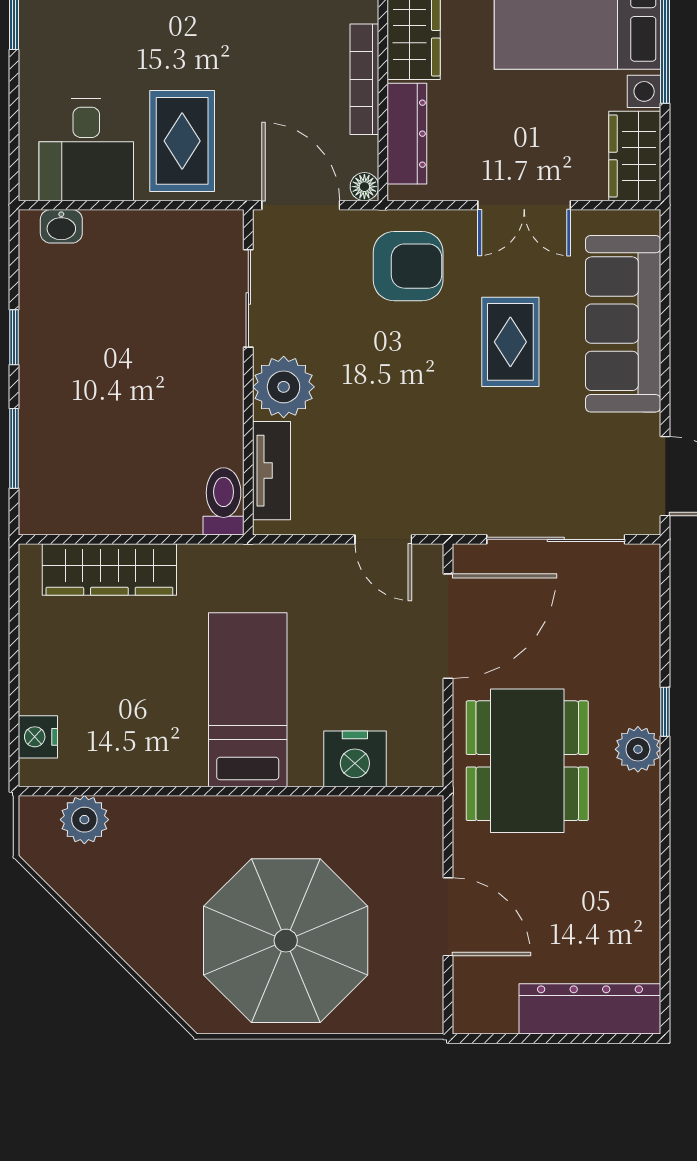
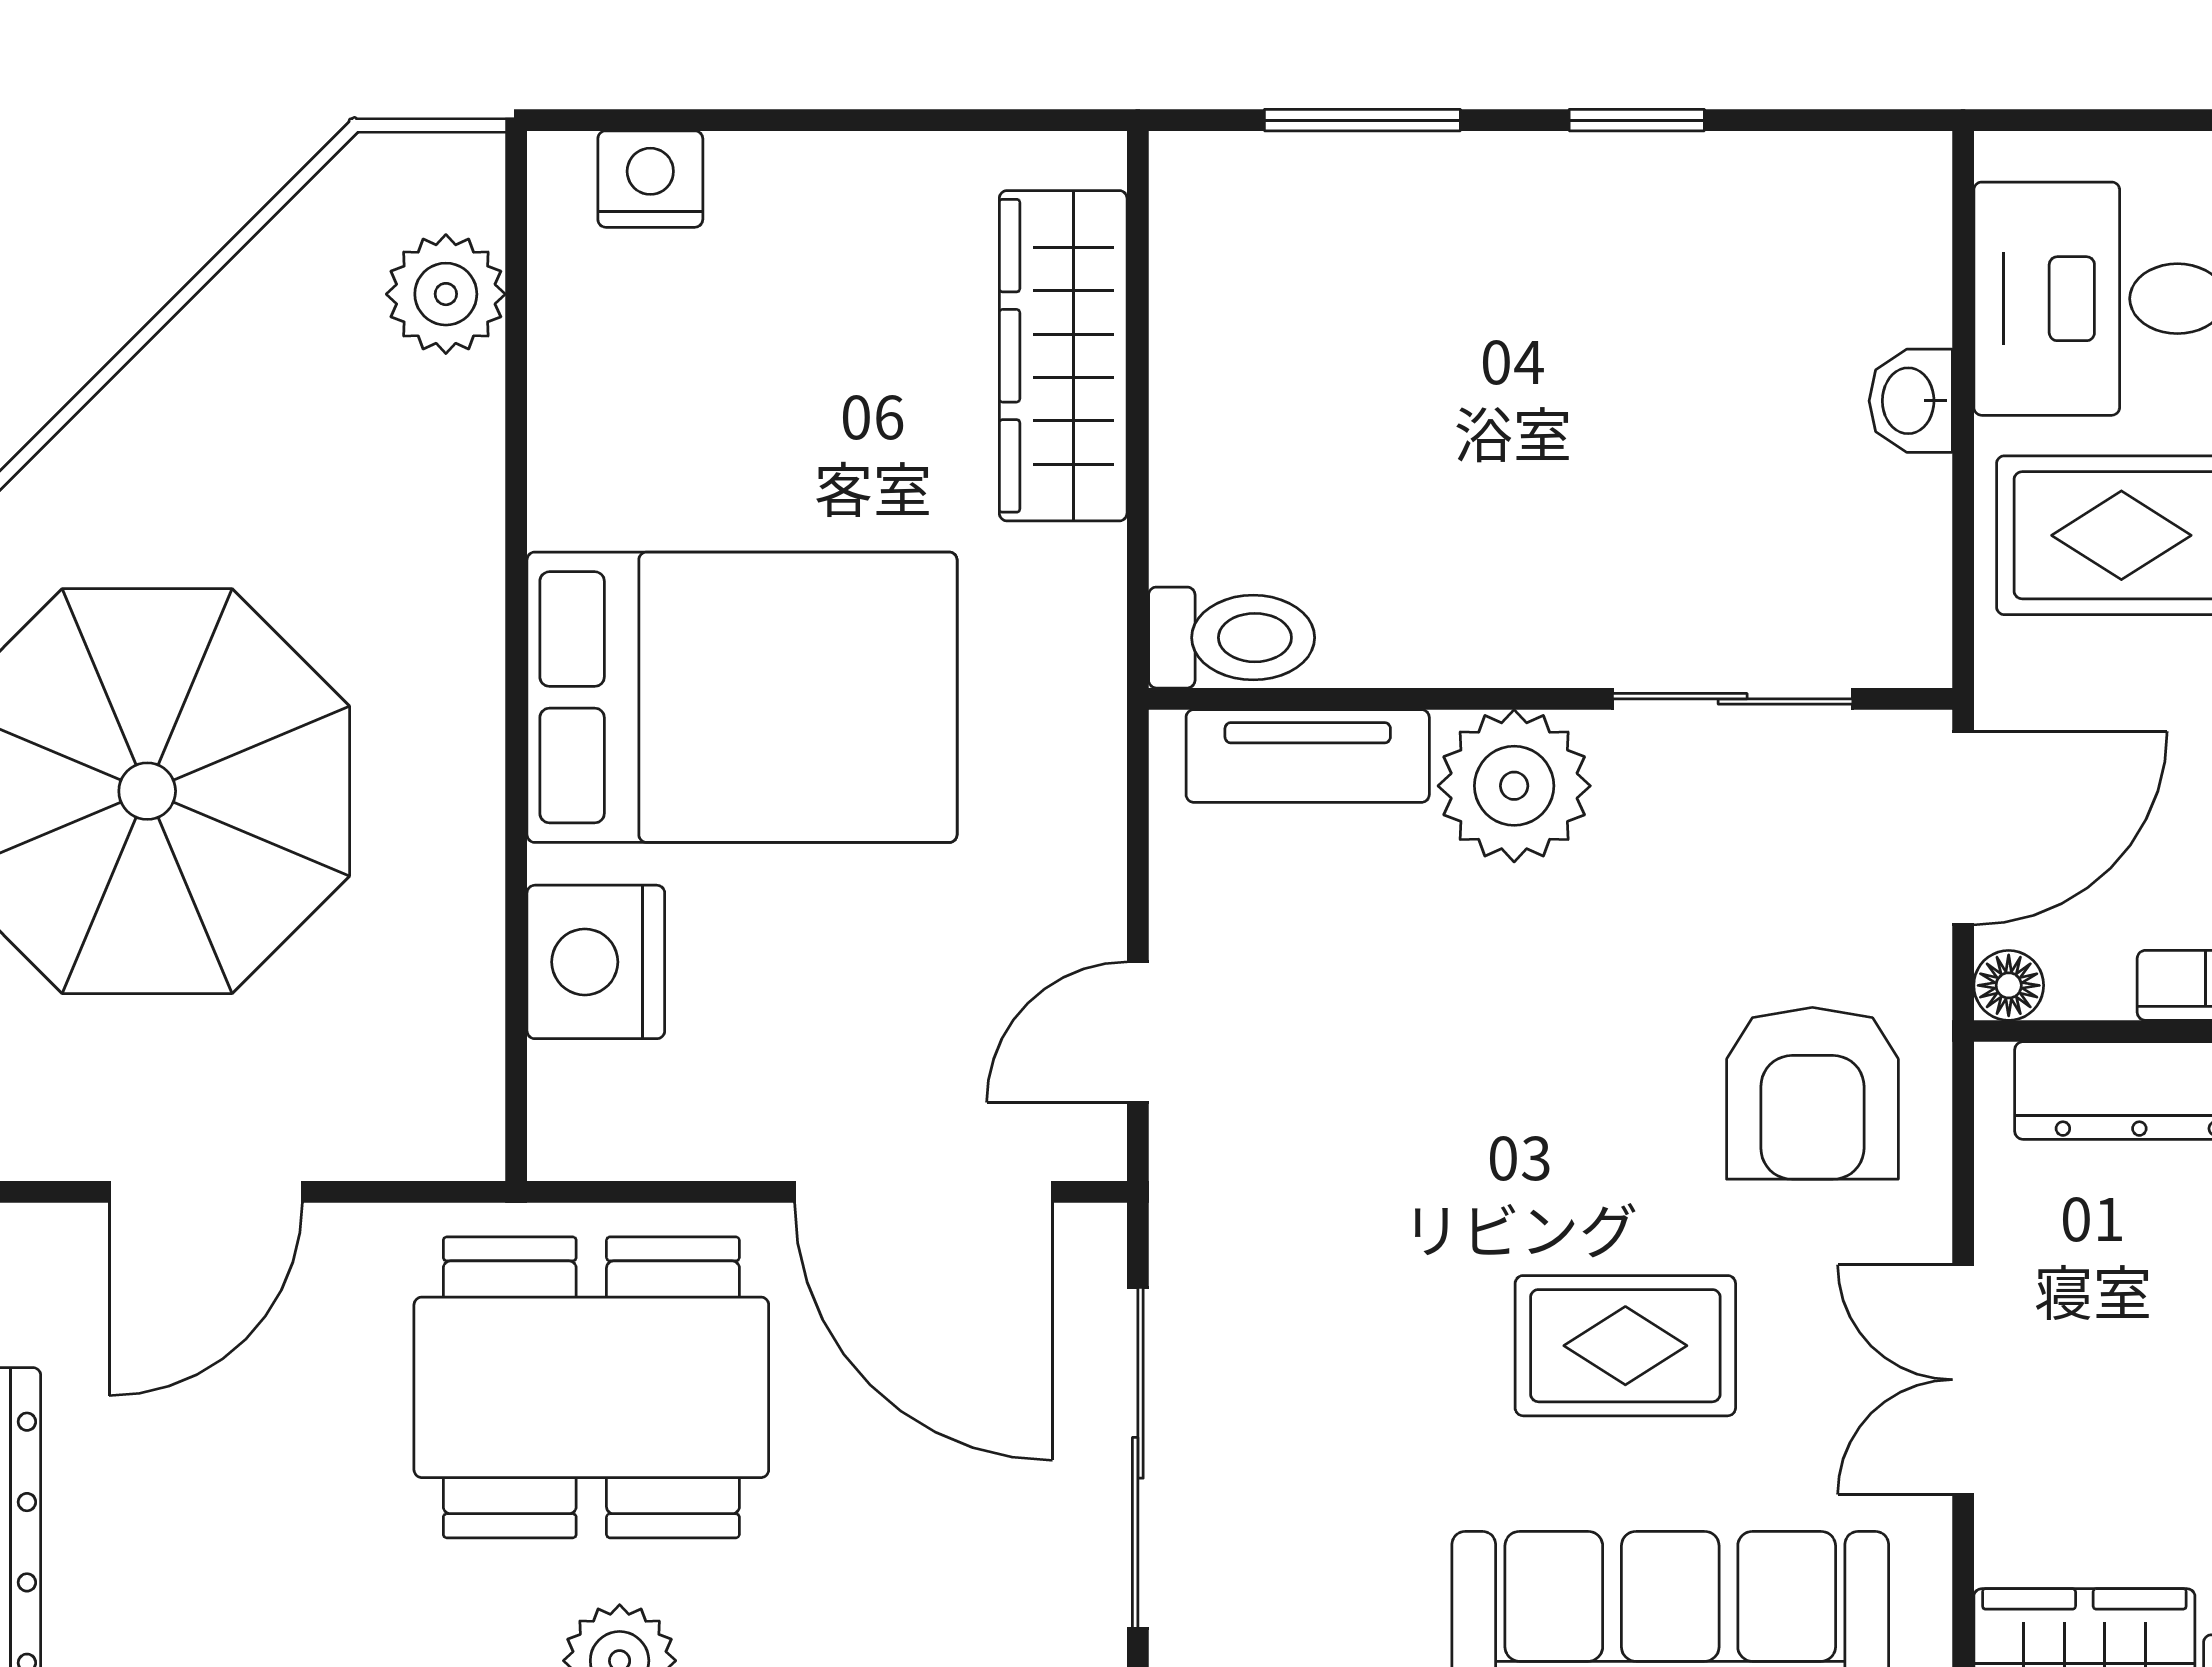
washbasin: (61, 226) -> (1911, 401), moved
bed: (248, 700) -> (742, 697), width x1.50

